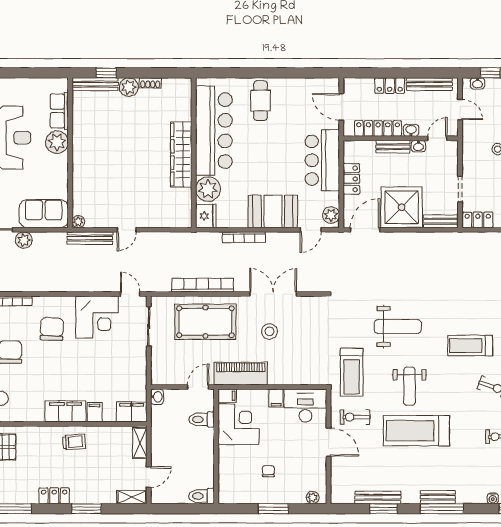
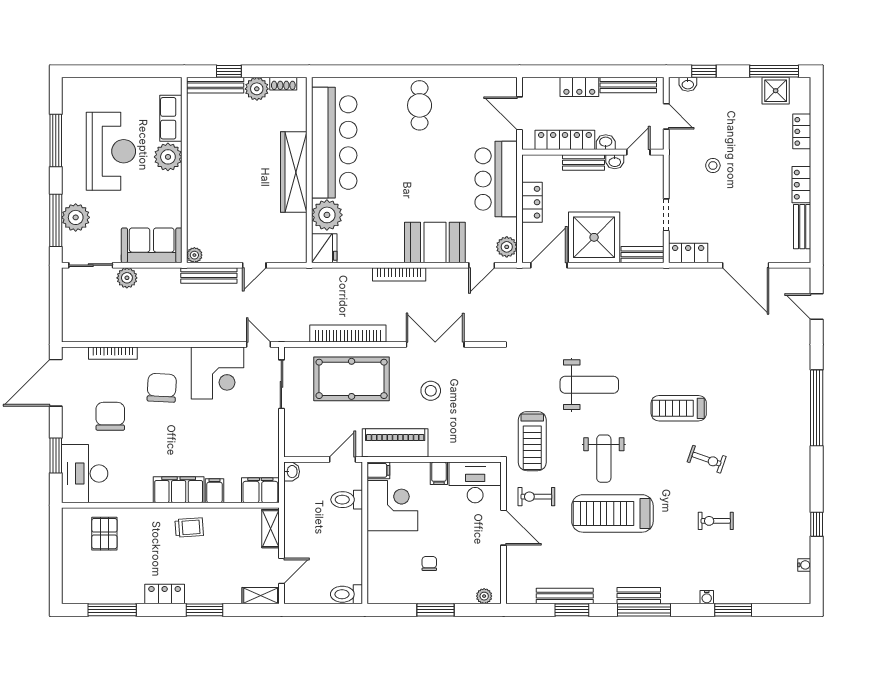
bar counter: (214, 131) -> (334, 143), moved
wall: (194, 153) -> (309, 170), moved
wardrobe: (181, 154) -> (294, 172), moved
plant: (208, 189) -> (327, 215), moved
fridge: (206, 216) -> (324, 248), moved

